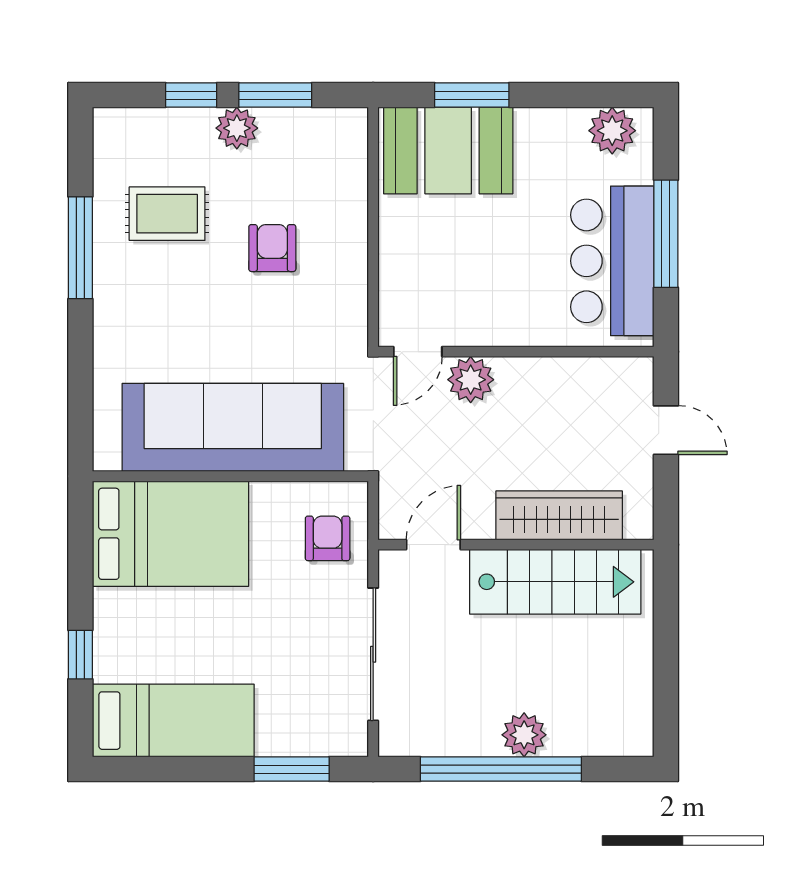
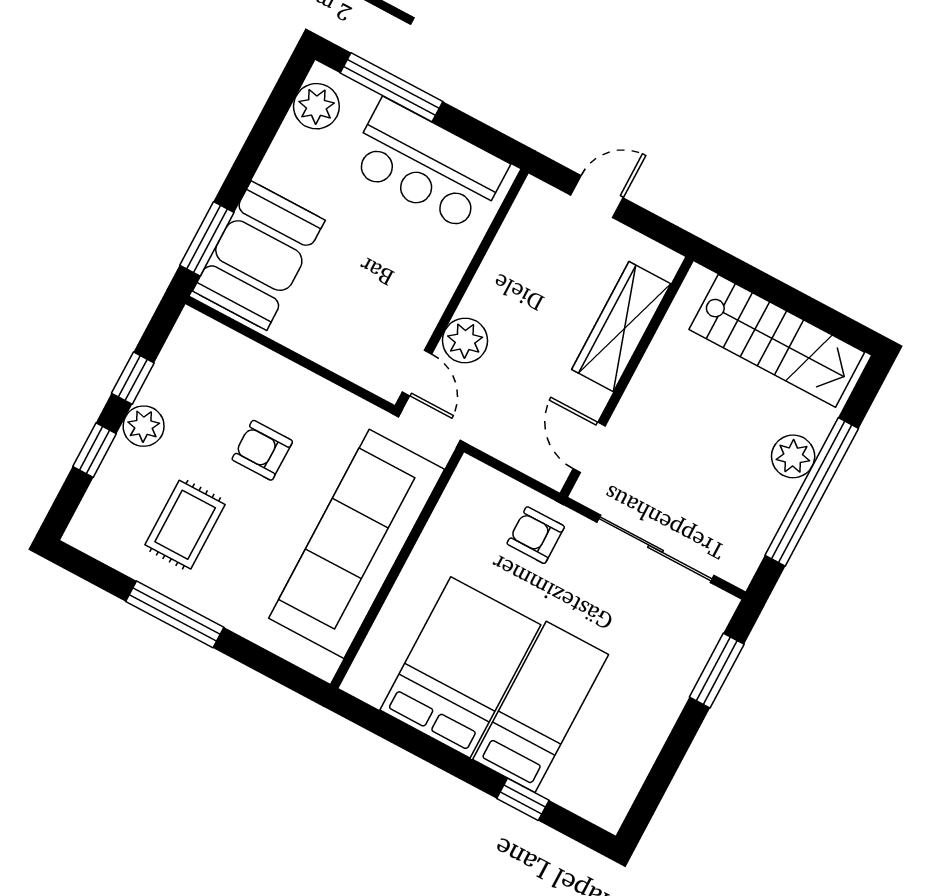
window: (275, 95) -> (133, 378), width x0.67
window: (472, 95) -> (207, 239), moved
window: (666, 234) -> (391, 87), moved
sofa: (233, 427) -> (357, 544), moved
wall: (230, 476) -> (397, 568), moved
stairs: (555, 582) -> (777, 341), moved, turned 90
bed: (173, 721) -> (541, 707), moved

